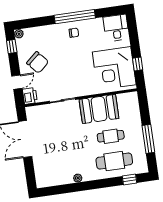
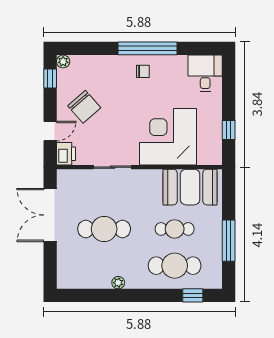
corner desk: (114, 68) -> (168, 137), moved, turned 90
booth: (99, 109) -> (190, 187), moved
cafe table: (63, 143) -> (104, 229), added

